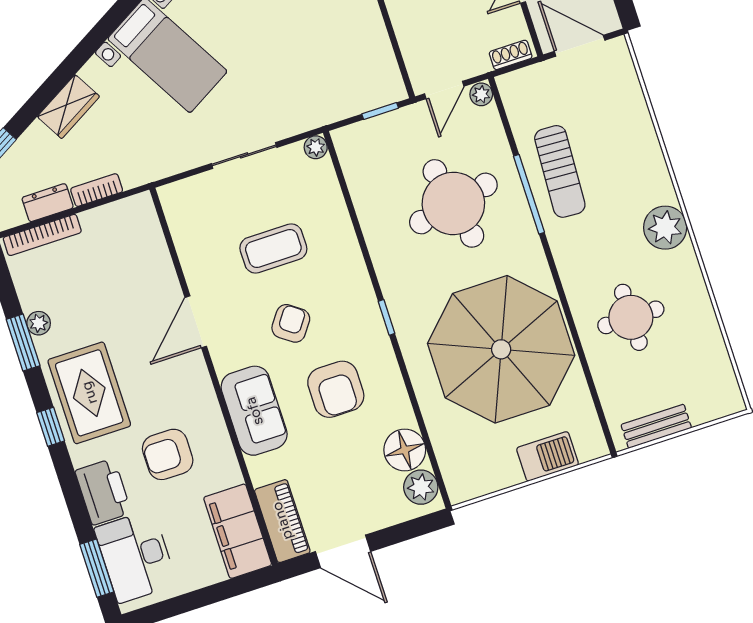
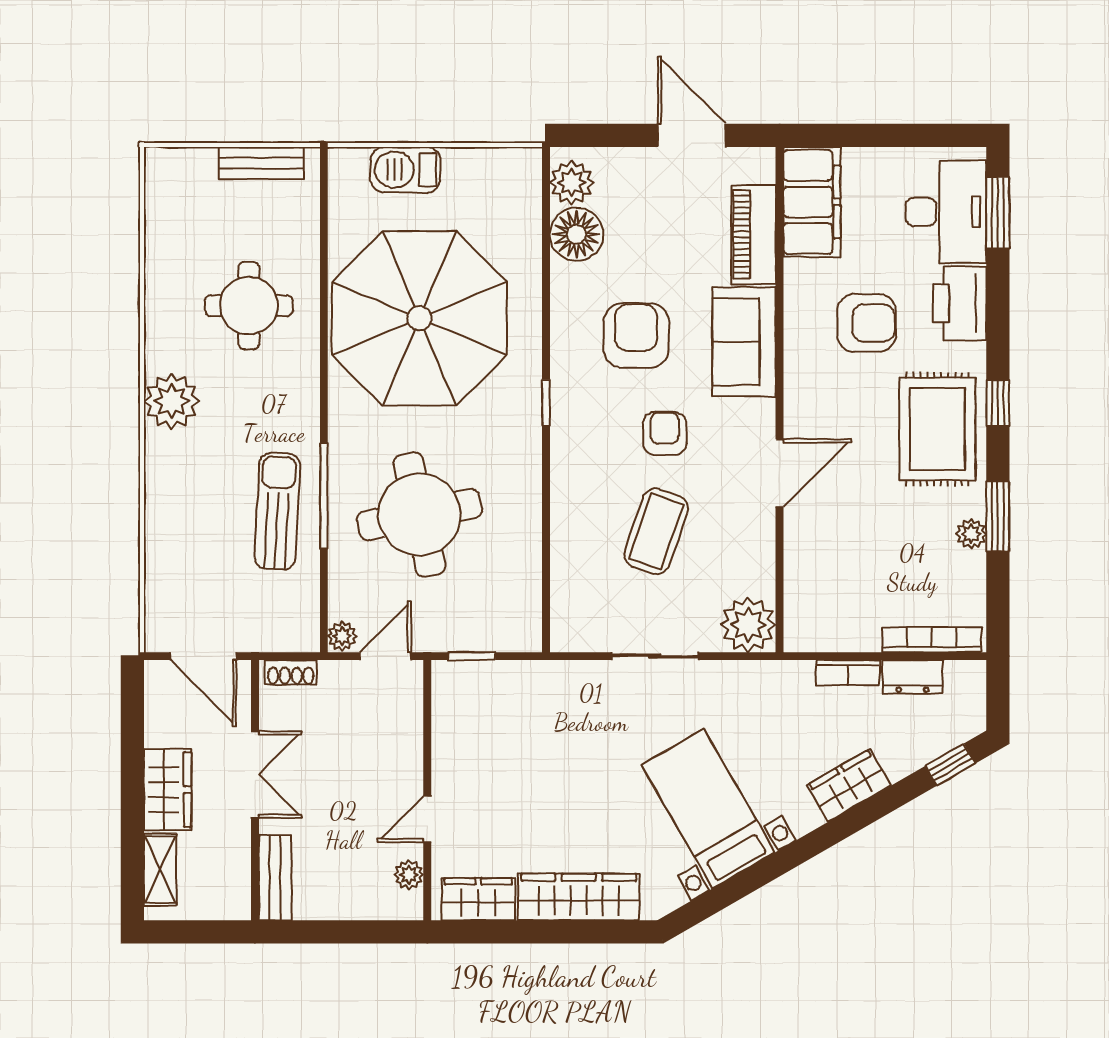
plant: (316, 147) -> (748, 625), moved, width x1.87, depth x1.87
coffee table: (273, 248) -> (656, 531), turned -71
armchair: (291, 323) -> (665, 433), turned 144
piano: (282, 521) -> (754, 234), moved

